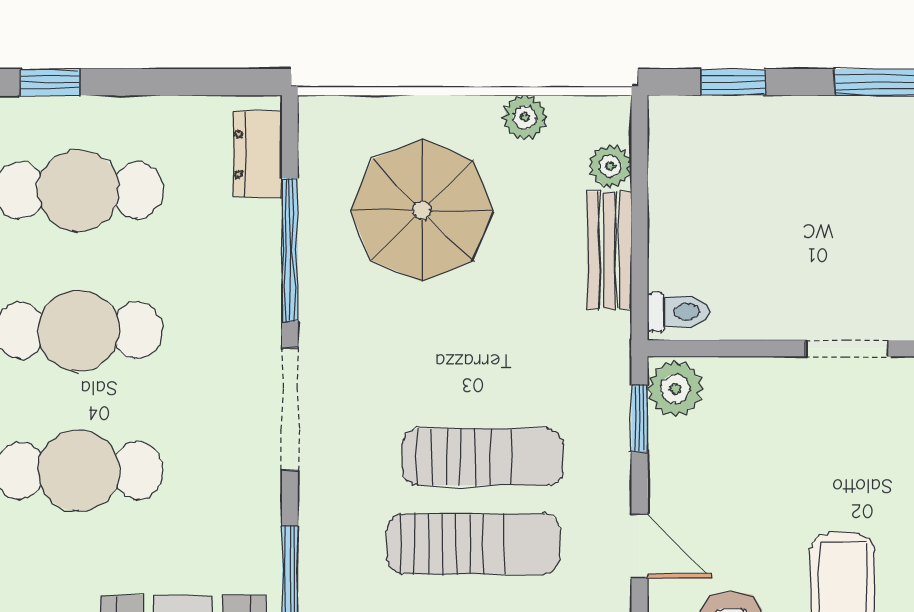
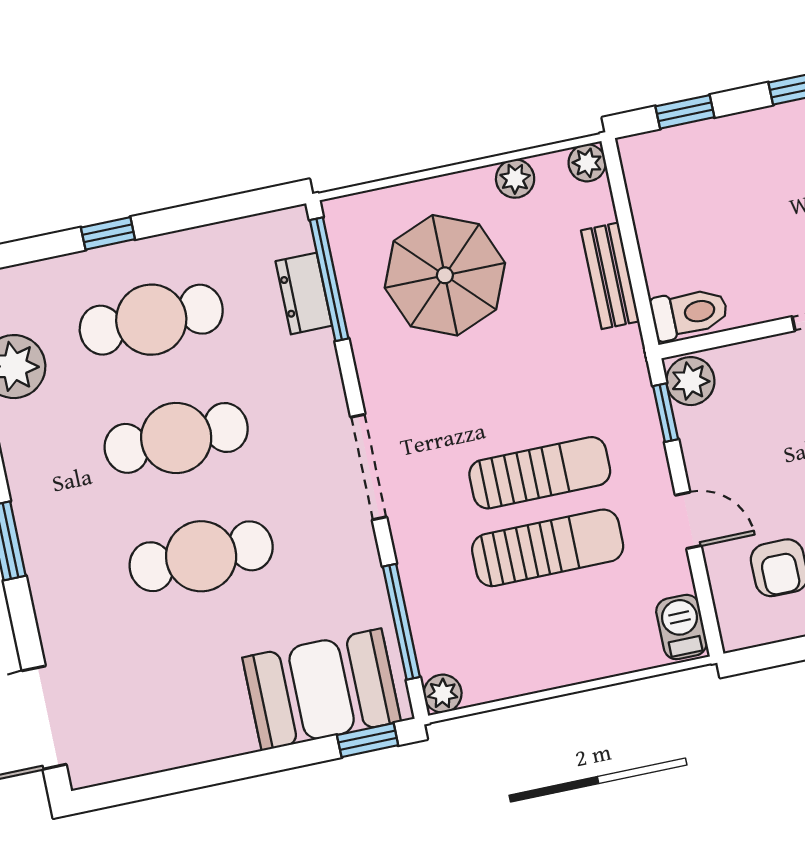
dresser: (258, 154) -> (304, 293), moved
plant: (610, 166) -> (587, 163), moved
window: (290, 250) -> (329, 279), moved
toilet: (678, 312) -> (689, 313), width x1.37, depth x1.39

